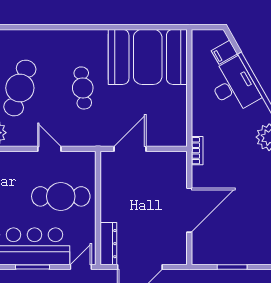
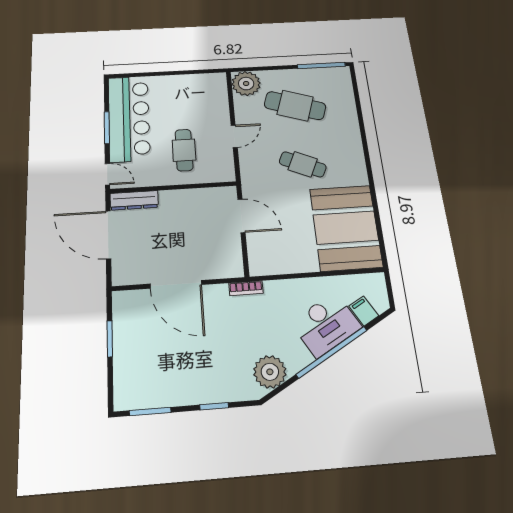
cafe table: (83, 88) -> (303, 164), turned 30
cafe table: (61, 196) -> (184, 150), width x0.73, depth x0.74

